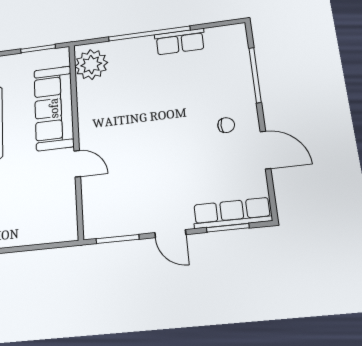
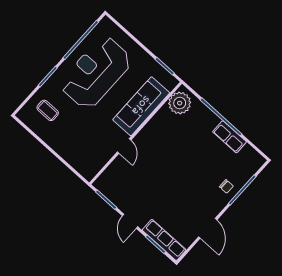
chair: (226, 125) -> (226, 186), moved

